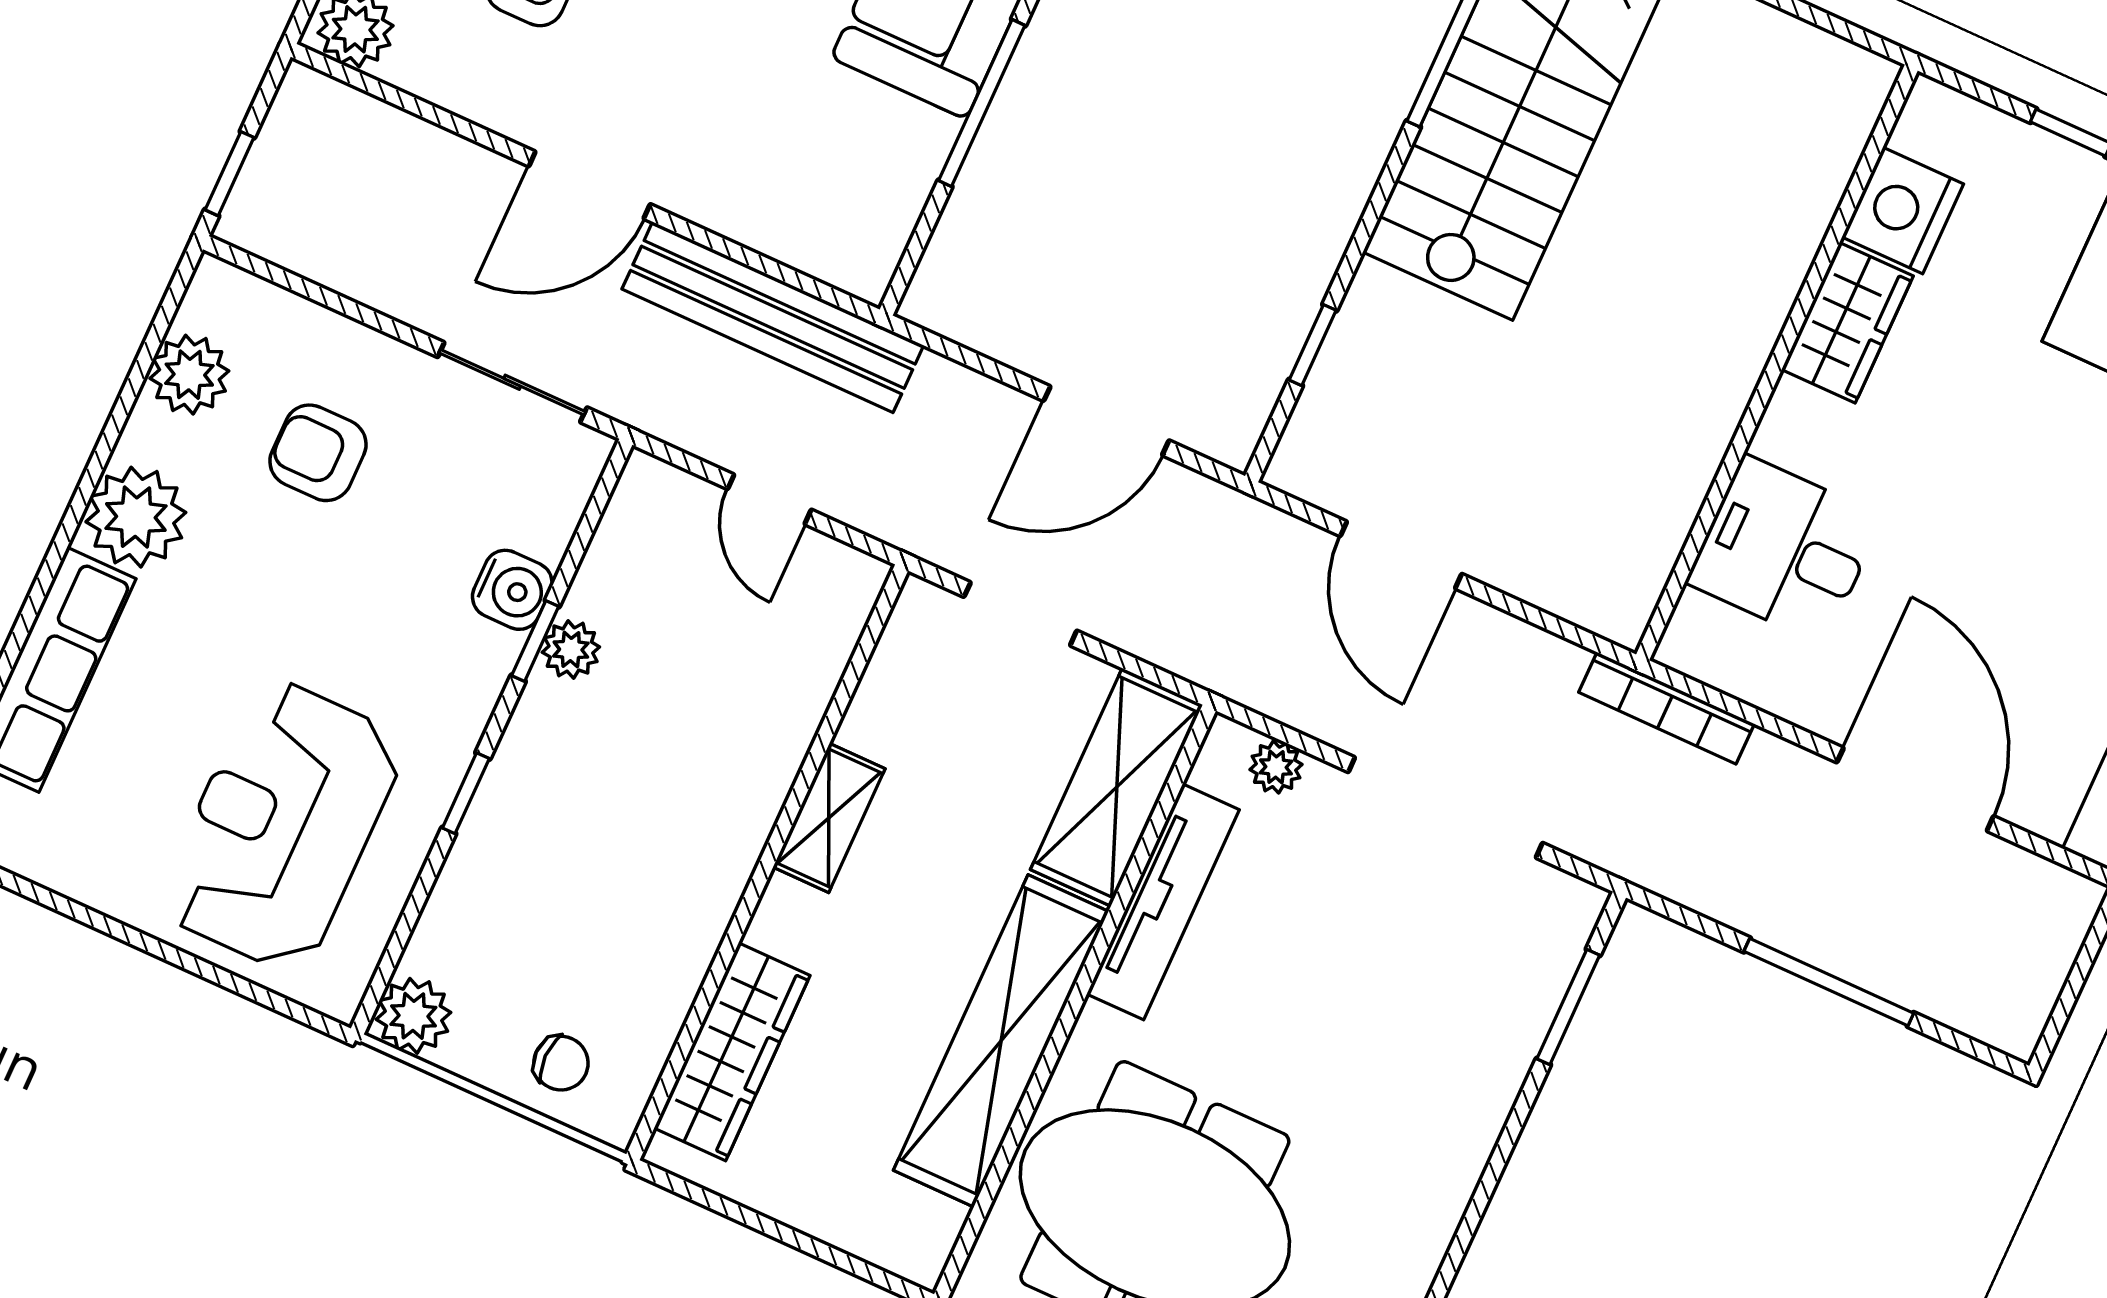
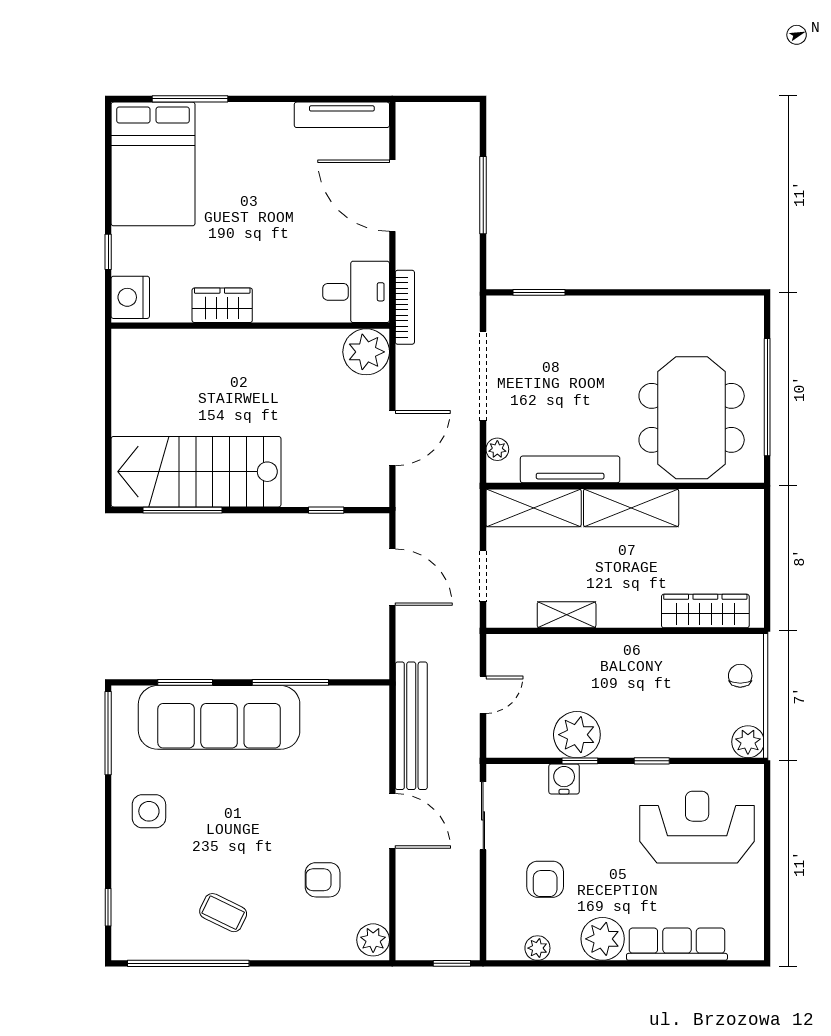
nightstand: (1903, 211) -> (130, 297), moved, turned 90
plant: (189, 375) -> (537, 948), width x0.73, depth x0.73
desk: (1784, 550) -> (356, 292), moved, turned -90
plant: (1609, 583) -> (366, 352), added
plant: (571, 650) -> (577, 735), width x1.87, depth x1.87
door: (1915, 789) -> (392, 196), hinge flipped
shelving: (829, 818) -> (567, 615), moved
reception desk: (282, 826) -> (697, 827), turned 180
shelving: (1001, 1041) -> (631, 508), width x0.68

